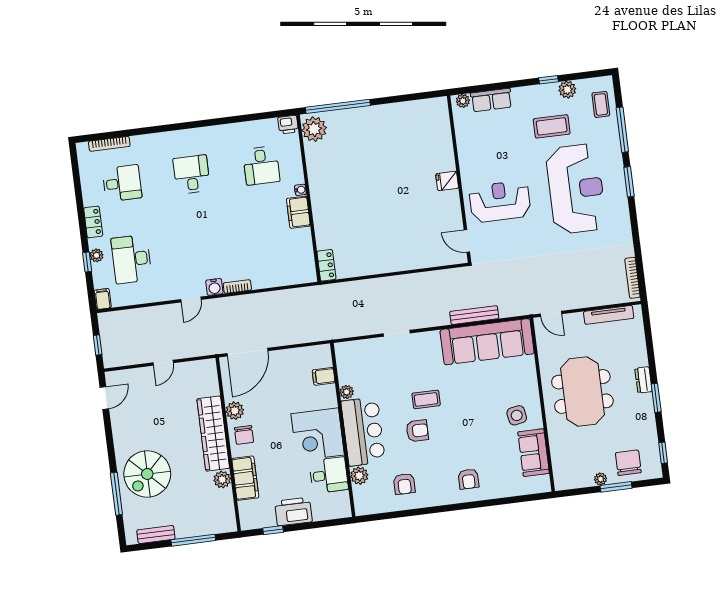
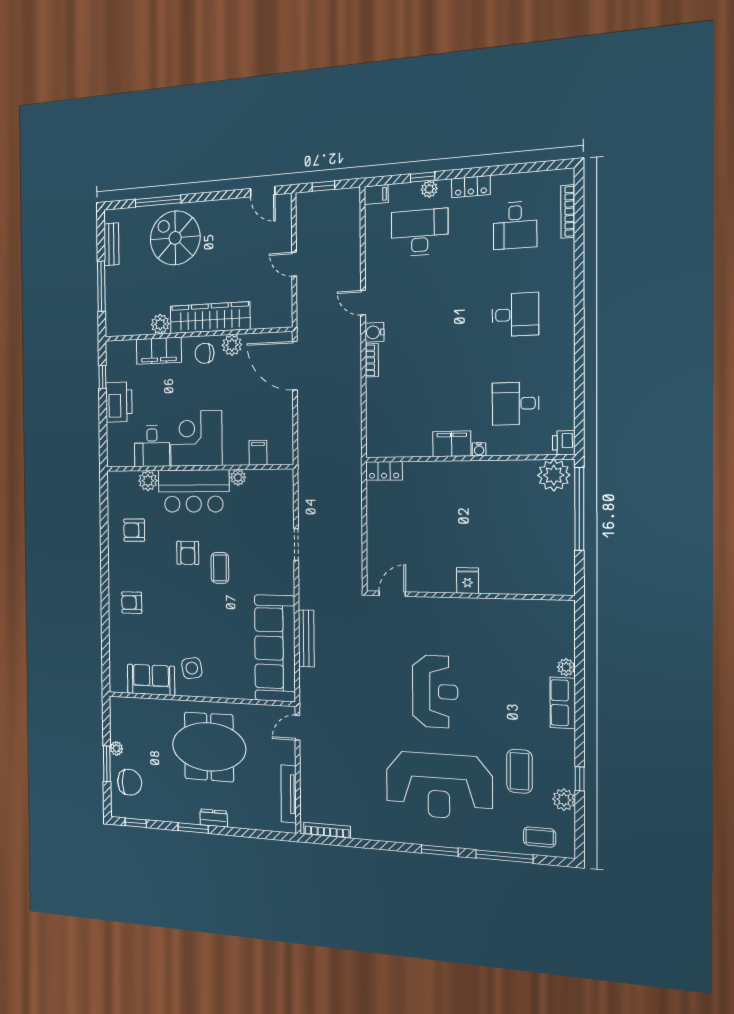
wall: (459, 179) -> (468, 595), moved
fridge: (447, 181) -> (468, 581), moved
door: (467, 241) -> (392, 594), moved

